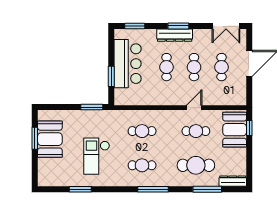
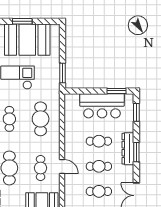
window: (111, 76) -> (117, 91), moved
cafe table: (142, 131) -> (41, 119), width x1.37, depth x1.35
window: (35, 138) -> (22, 21), moved
booth: (50, 139) -> (27, 40), width x1.36, depth x1.42

